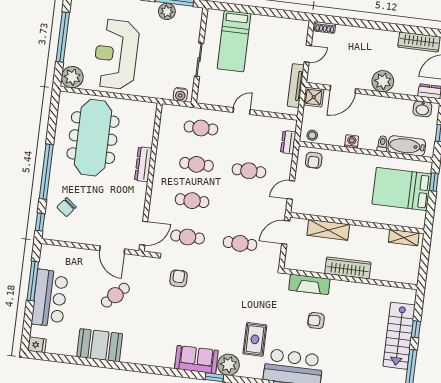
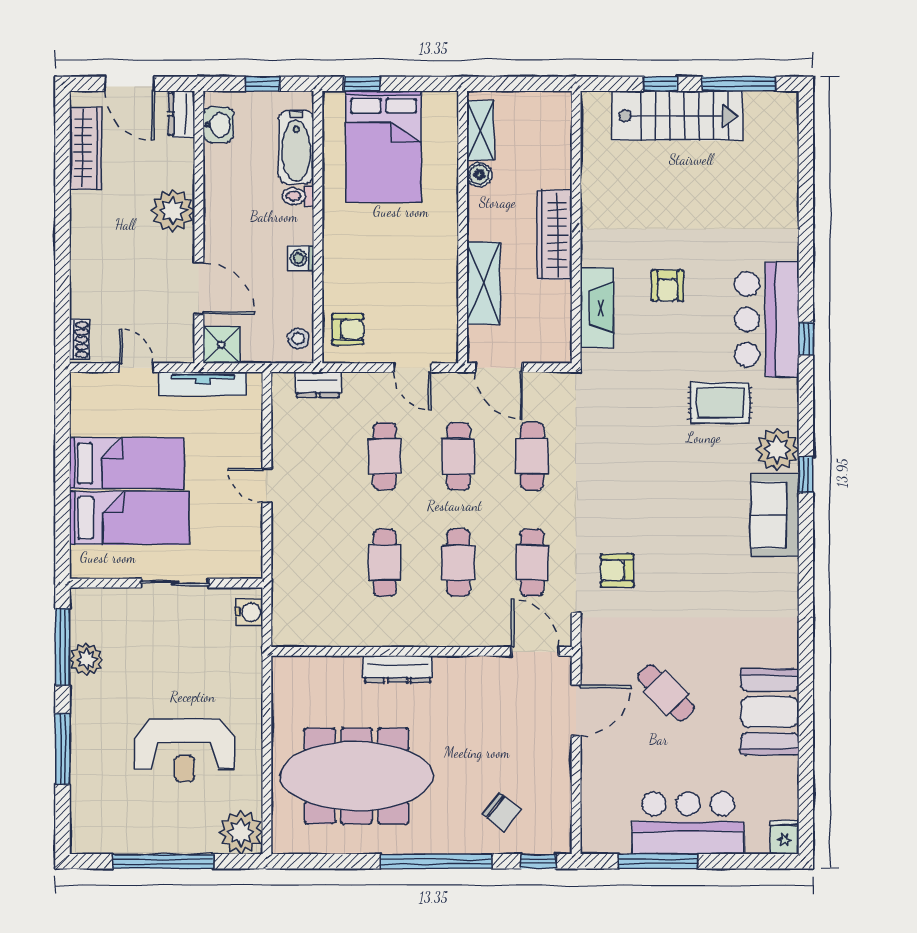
bed: (261, 43) -> (127, 463), added
reception desk: (116, 54) -> (184, 750), width x0.74, depth x0.77
cafe table: (201, 128) -> (458, 456), moved
boiler: (382, 234) -> (479, 175), added

